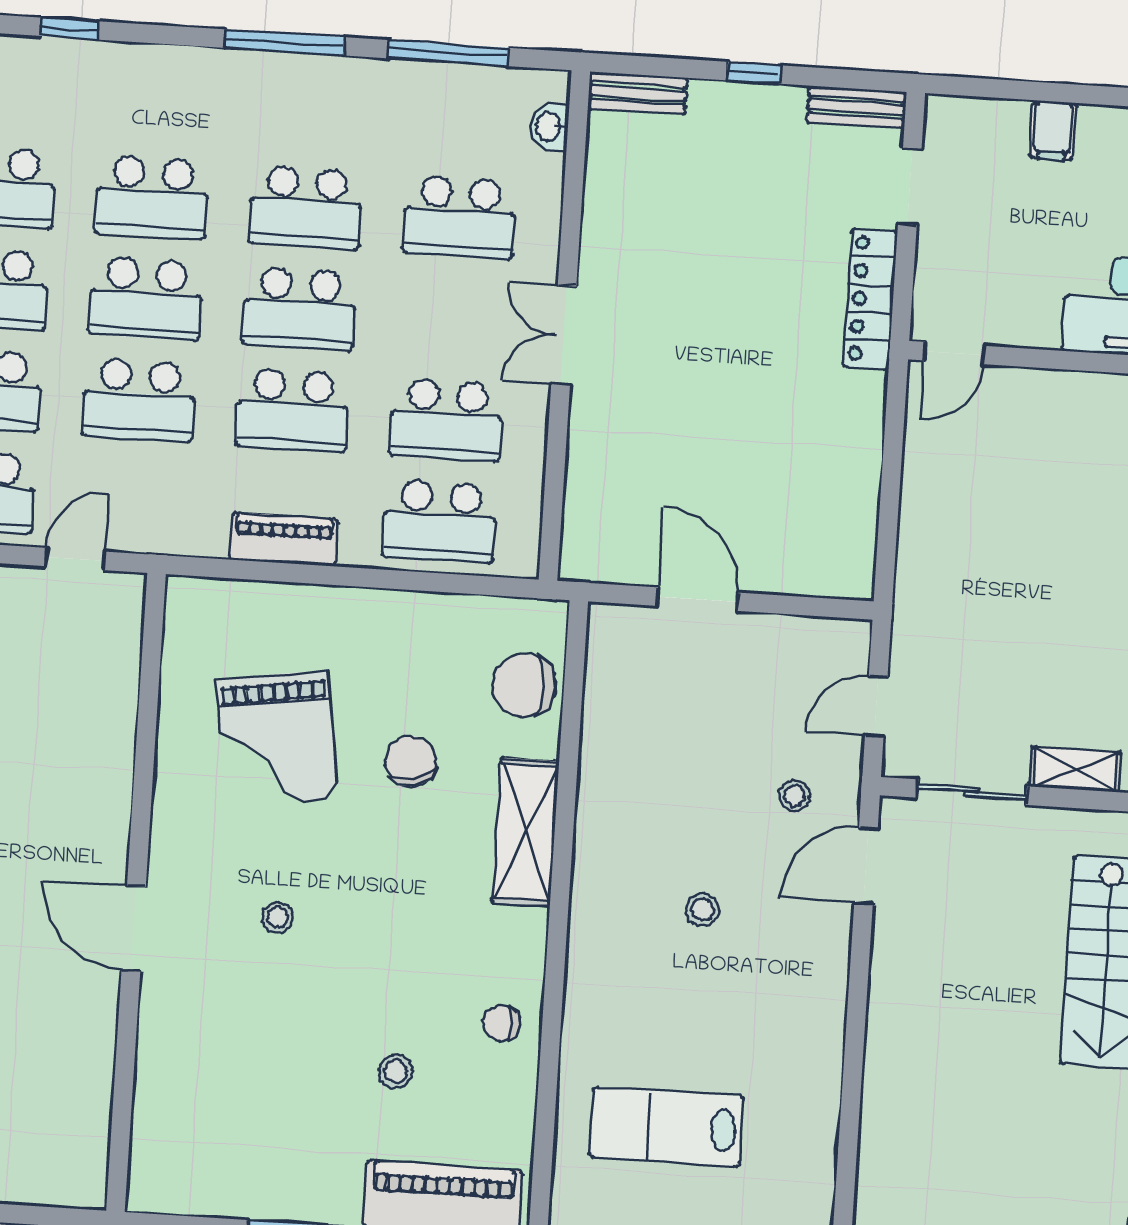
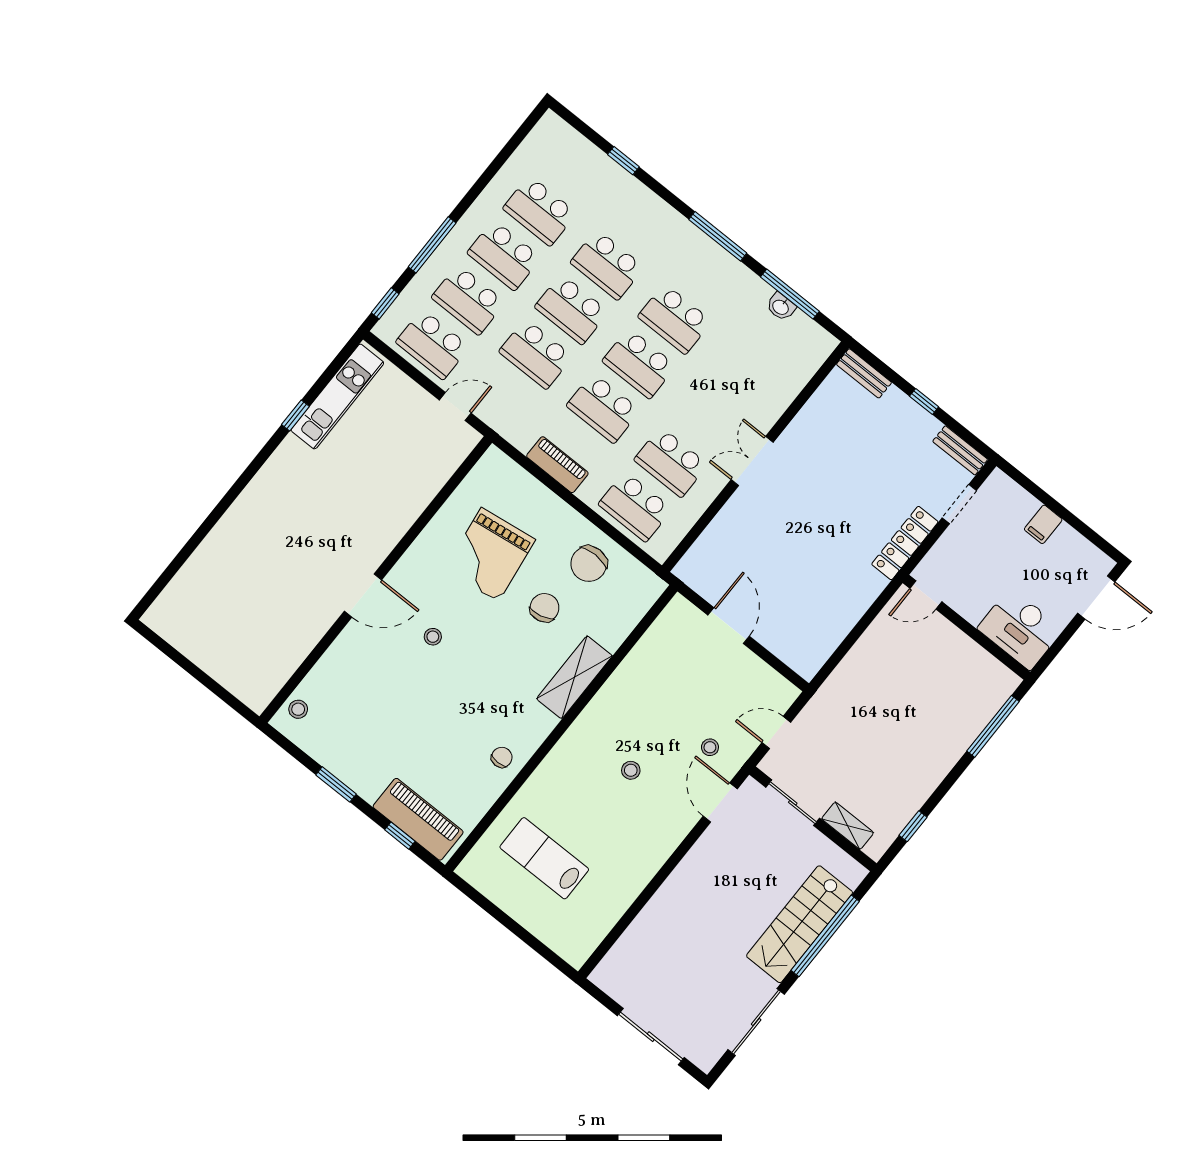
washbasin: (549, 127) -> (781, 307), moved, turned -90
school desk: (460, 217) -> (742, 373), removed
chair: (524, 686) -> (589, 564), moved, turned -90
door: (866, 866) -> (720, 802), hinge flipped
door: (134, 929) -> (363, 596), swing flipped
chair: (501, 1023) -> (502, 757), turned 90
stool: (395, 1071) -> (298, 709), moved

